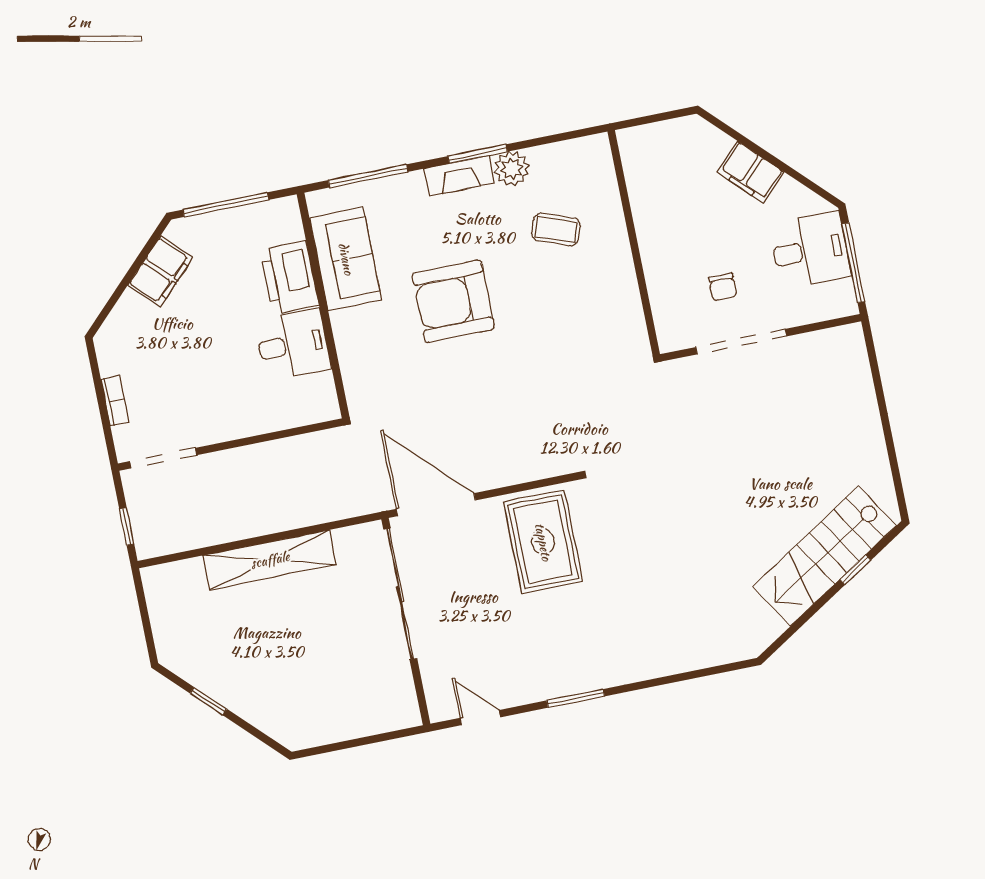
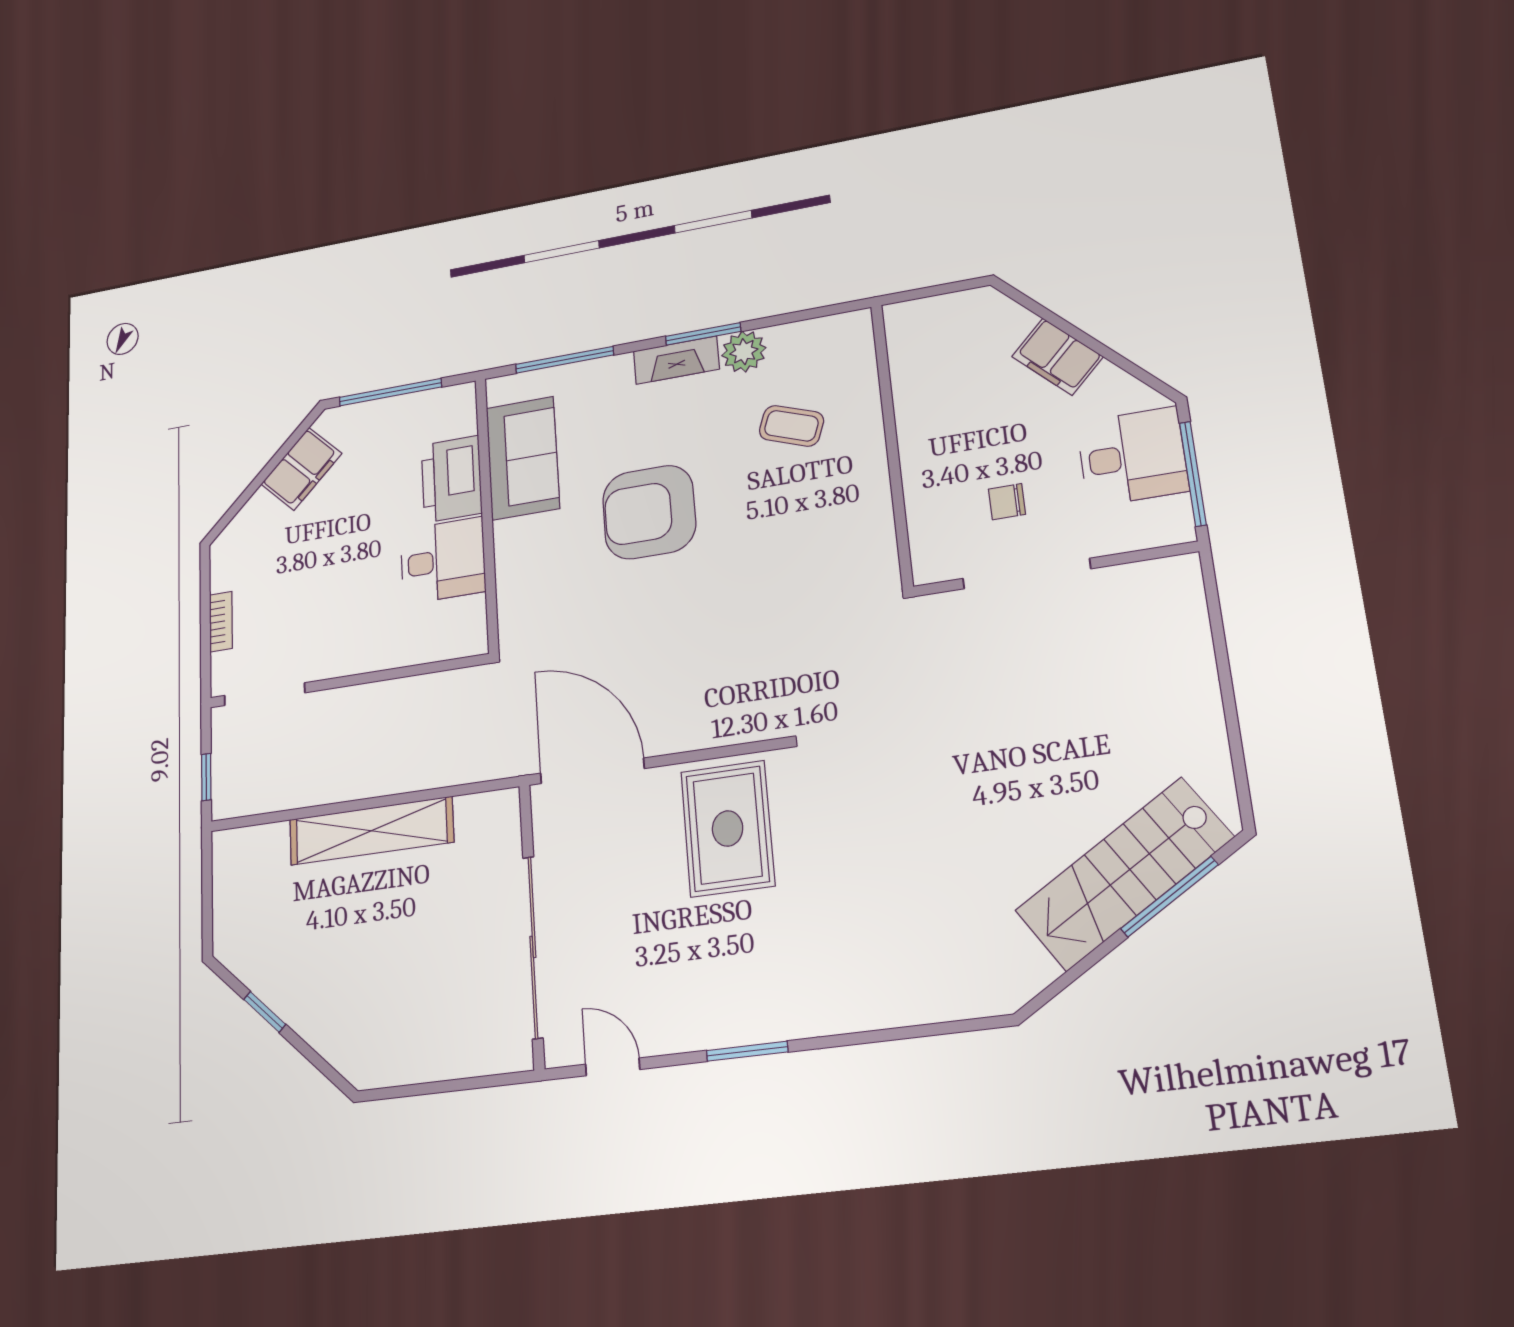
chair: (723, 287) -> (1007, 502), turned 90
window: (855, 570) -> (1169, 897), width x2.17
sliding door: (400, 594) -> (533, 947), moved

